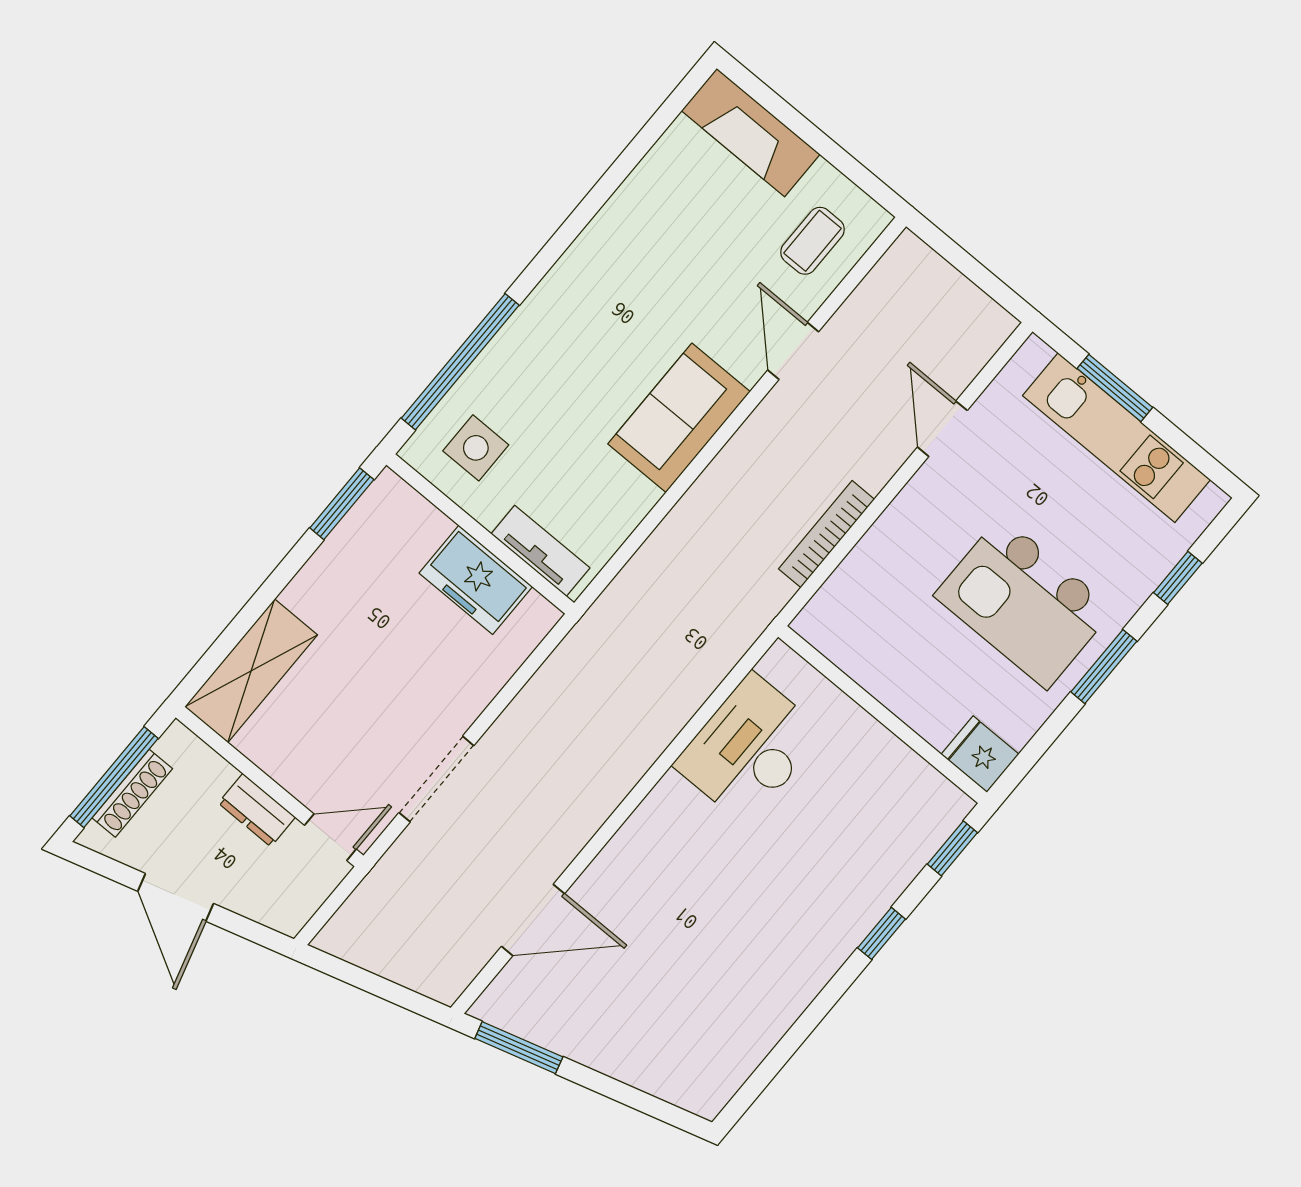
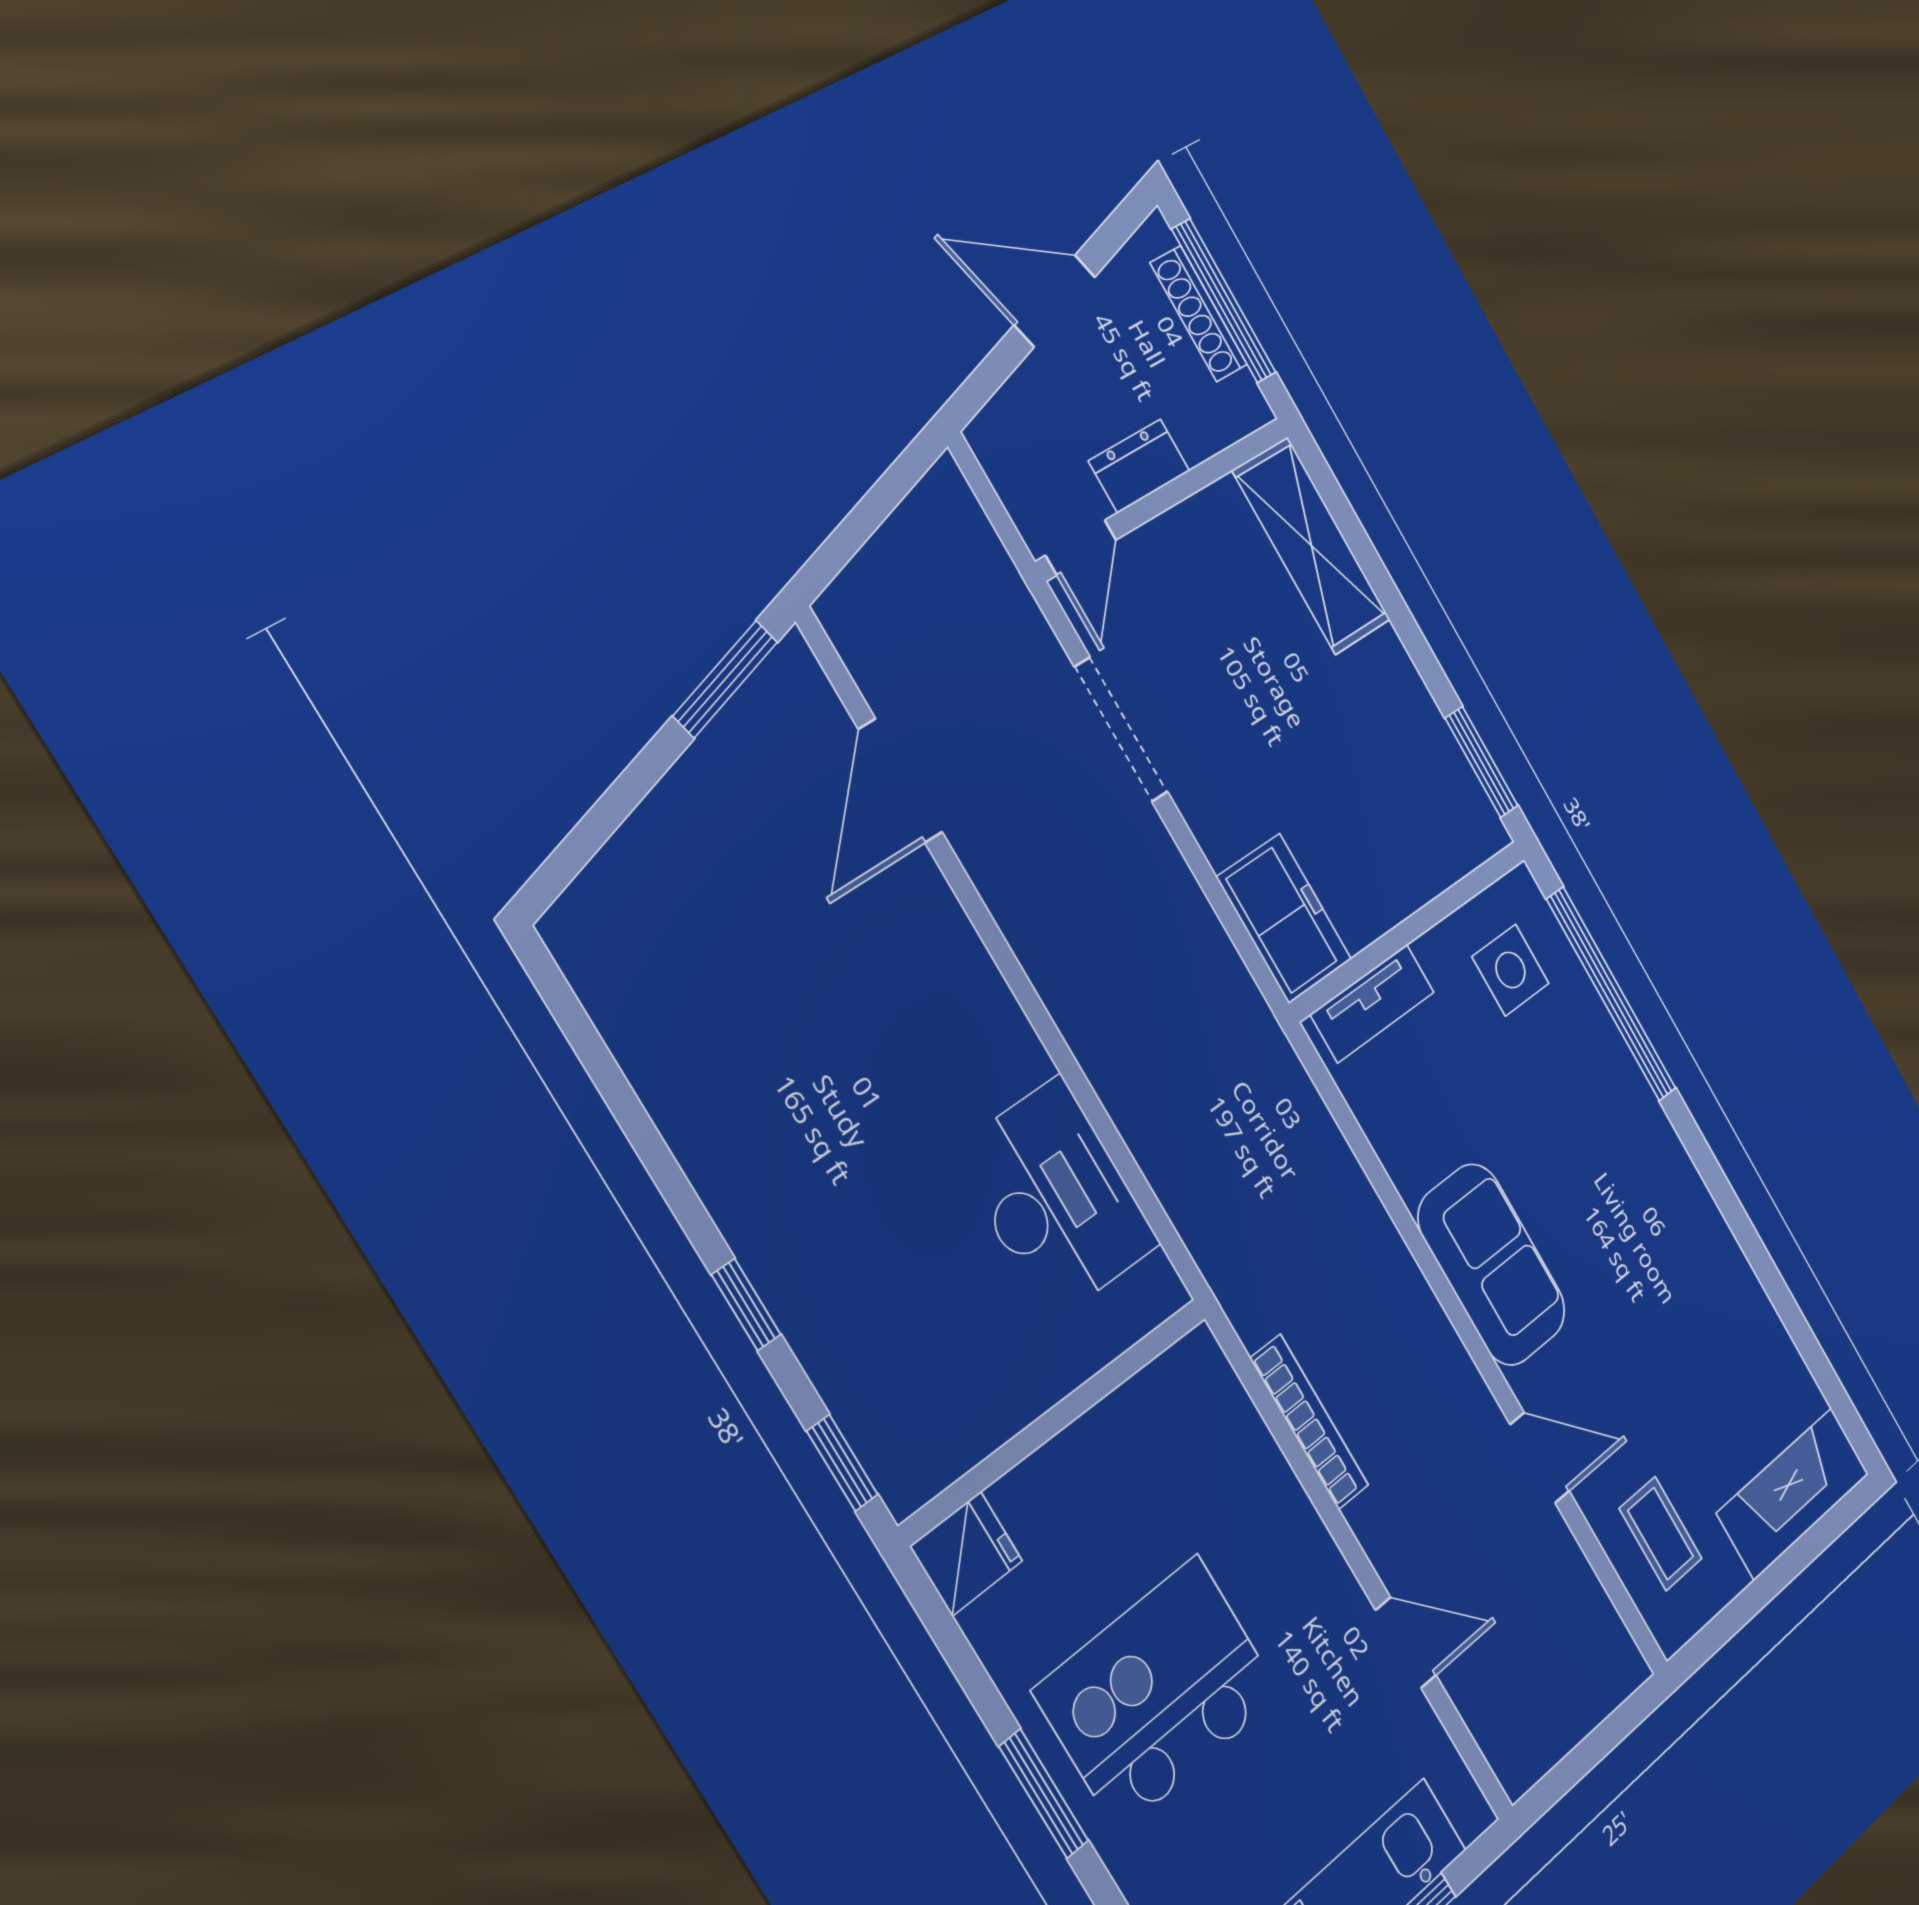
freezer: (476, 580) -> (1284, 918), moved, turned 90

